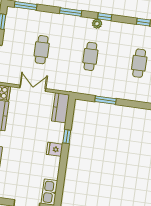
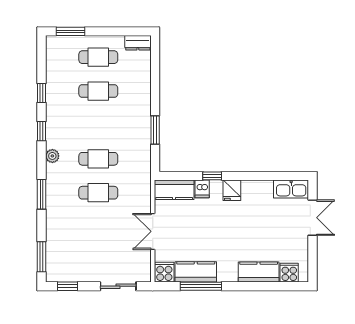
window: (105, 17) -> (41, 131), moved
cafe table: (42, 50) -> (98, 193), moved
dishwasher: (58, 128) -> (202, 189), added

